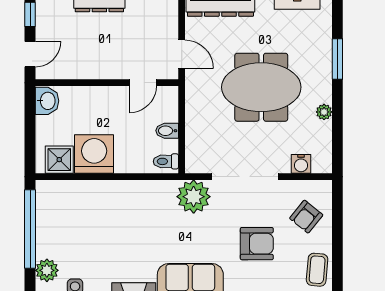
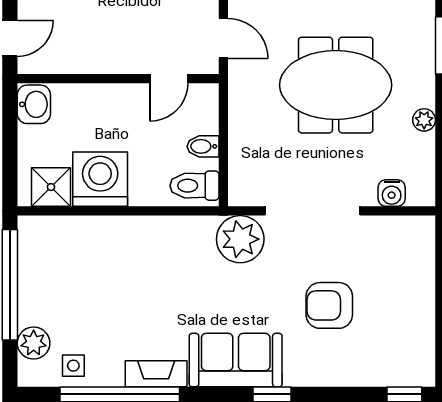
toilet: (166, 161) -> (194, 186), width x1.37, depth x1.39
armchair: (306, 217) -> (399, 267), removed
armchair: (257, 244) -> (329, 305), turned 180
coffee table: (317, 270) -> (414, 342), removed

